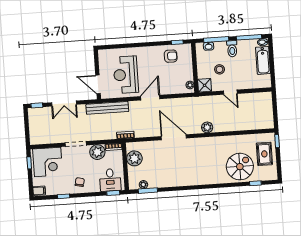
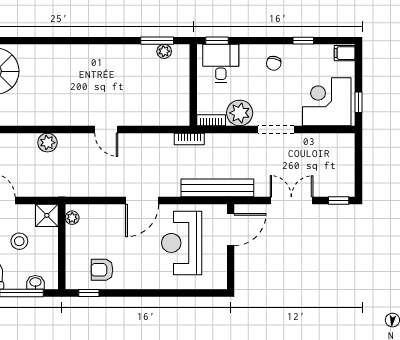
reception desk: (126, 75) -> (182, 243), turned 180
door: (98, 84) -> (231, 230), hinge flipped
door: (174, 137) -> (106, 129), width x0.53
plant: (134, 158) -> (177, 98), removed

